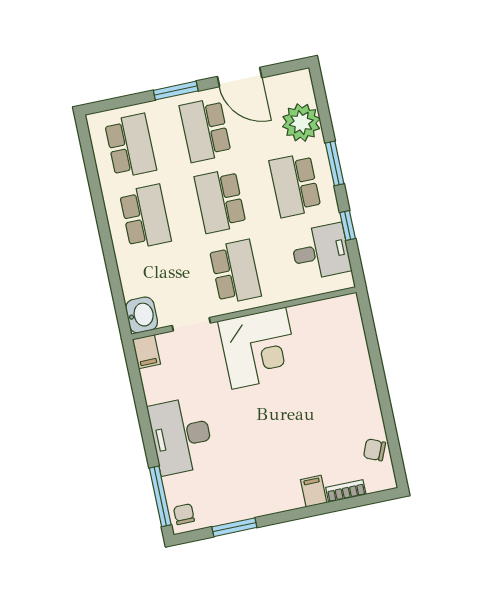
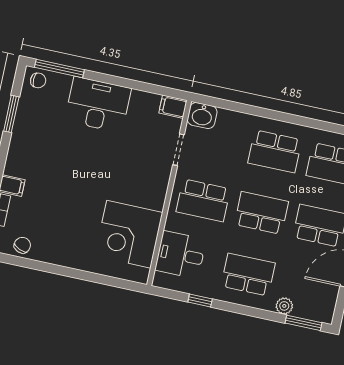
plant: (301, 123) -> (284, 306), width x0.53, depth x0.53
window: (335, 163) -> (303, 323), moved
desk: (321, 252) -> (180, 255), moved, turned 90
corner desk: (259, 348) -> (129, 234), moved

